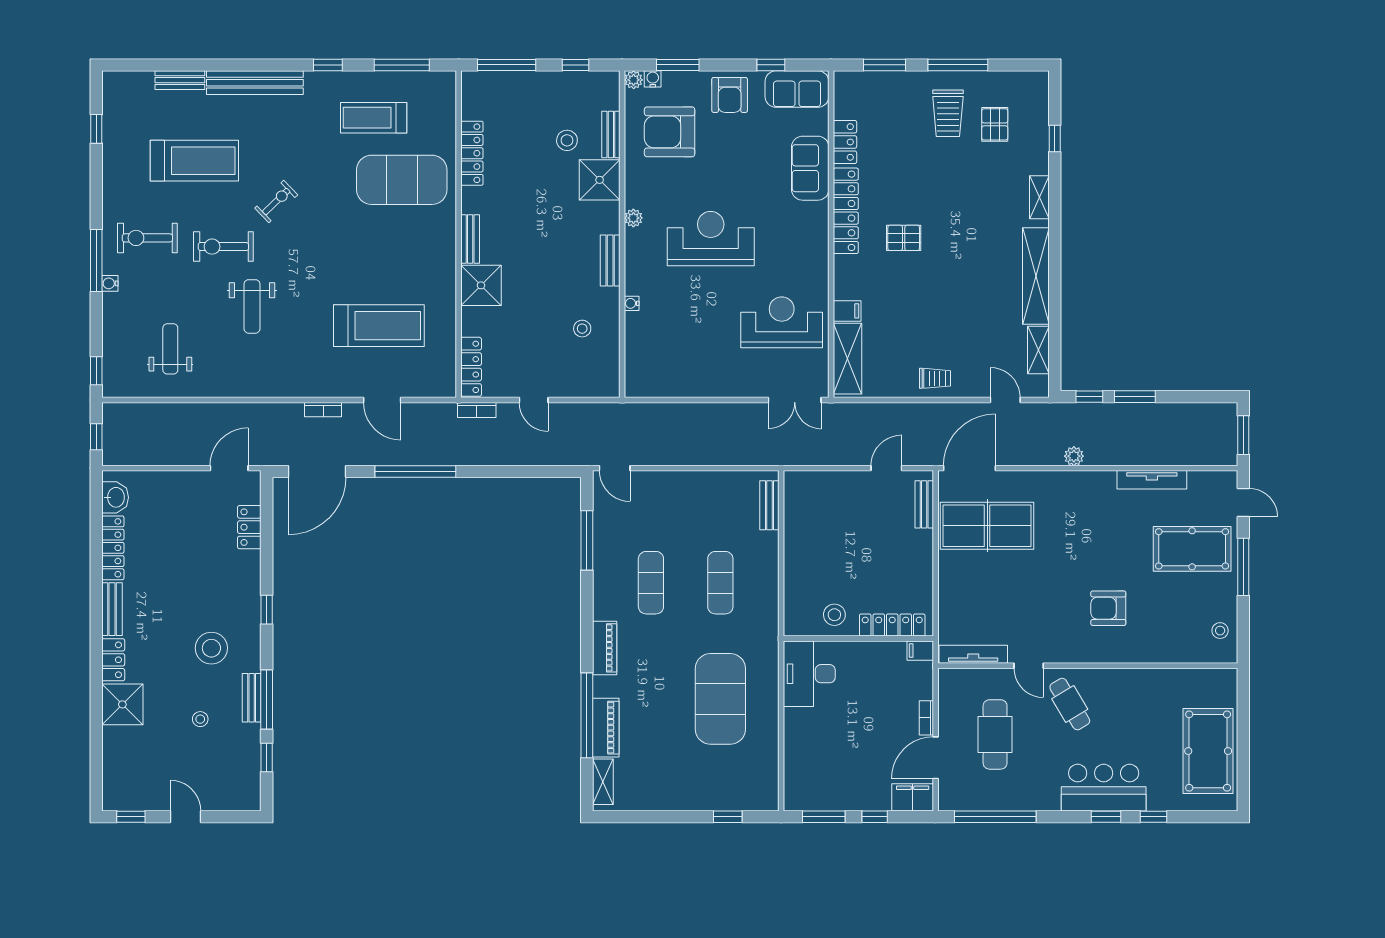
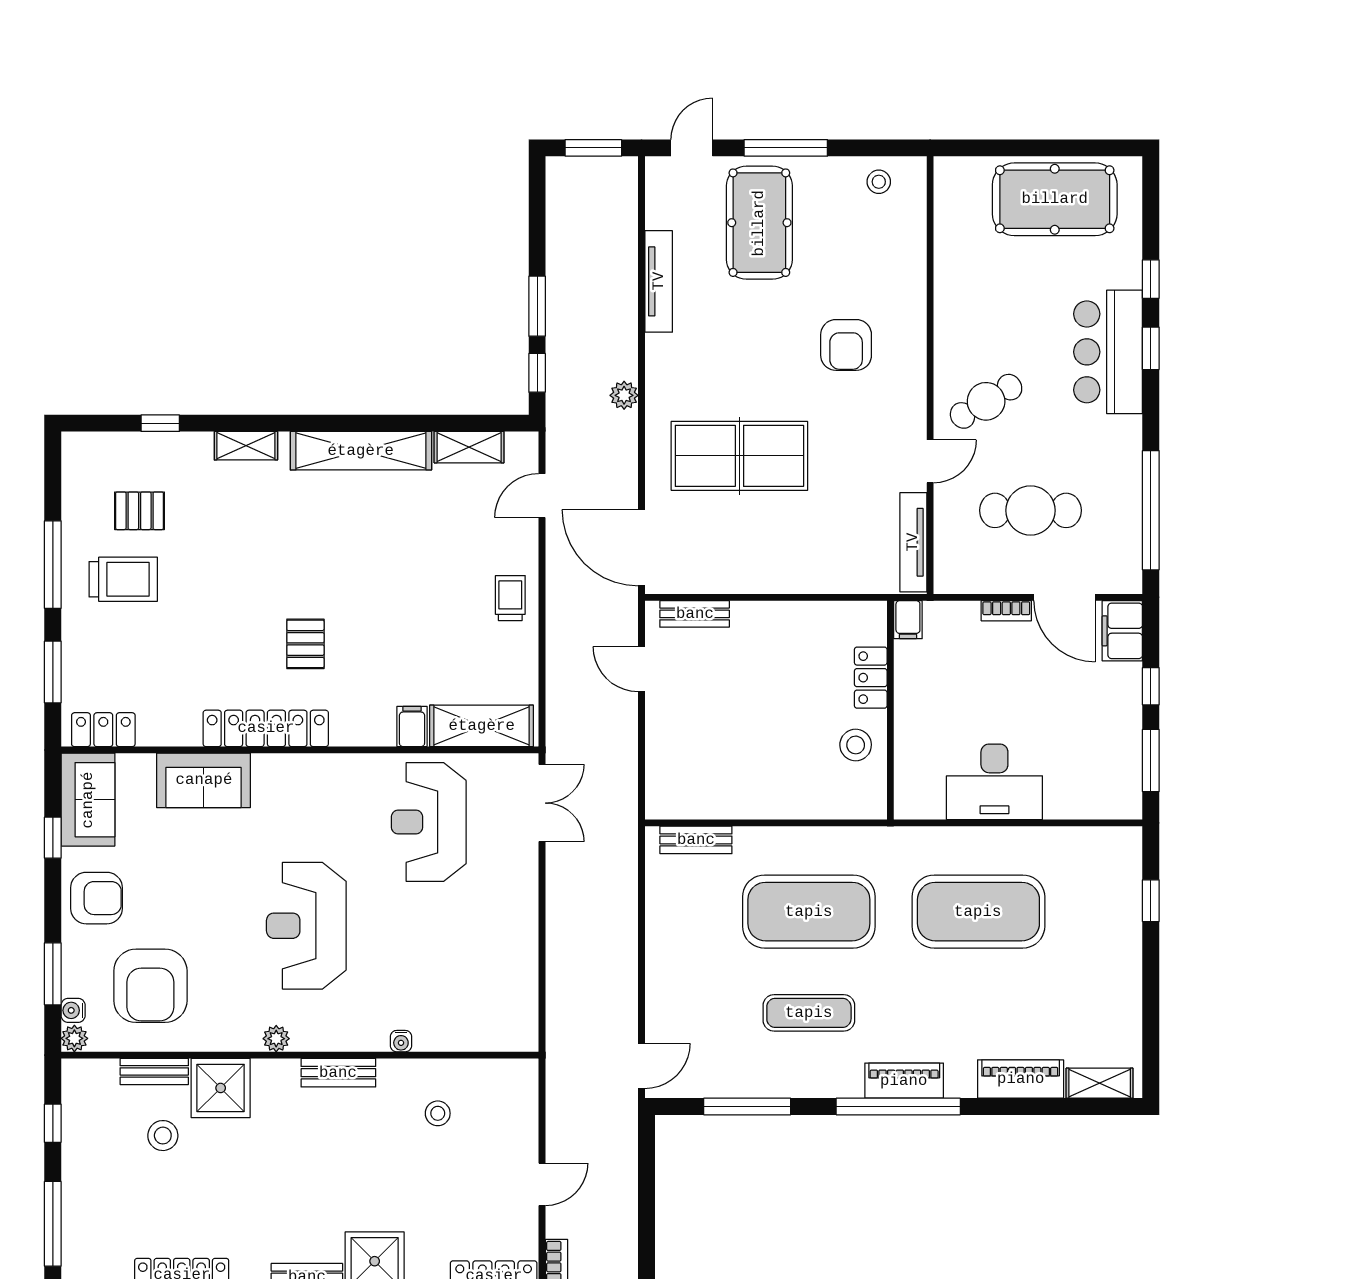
locker: (845, 142) -> (103, 730), moved
table tennis table: (987, 526) -> (739, 456), moved, turned 90
exercise mat: (720, 583) -> (809, 912), width x2.00, depth x1.45
locker: (892, 625) -> (871, 678), width x0.66
desk: (809, 674) -> (994, 782), moved
window: (587, 715) -> (898, 1107), moved

